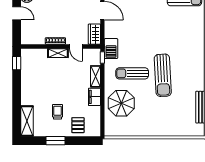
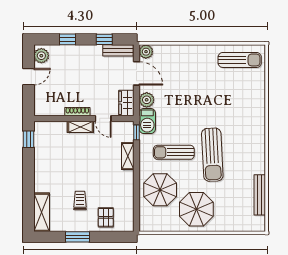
door: (17, 13) -> (29, 77), hinge flipped
plant: (111, 32) -> (147, 100), added
filing cabinet: (94, 97) -> (126, 182), removed
parasol: (150, 119) -> (196, 209), added

